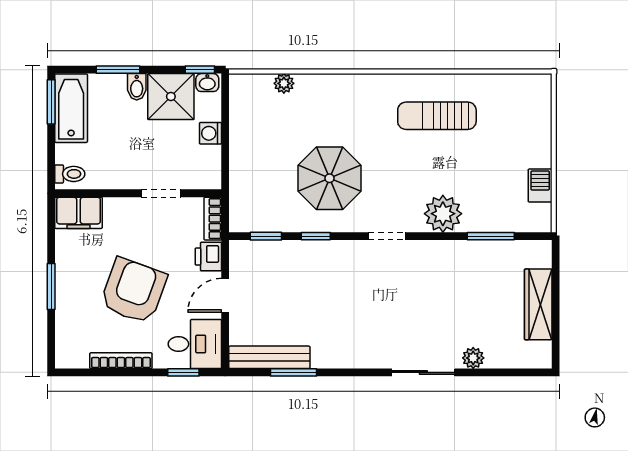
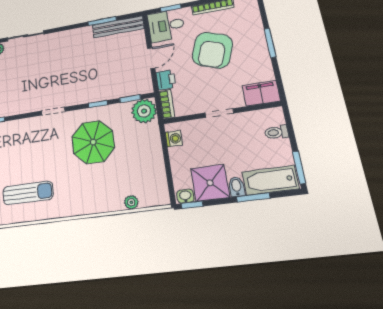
bathtub: (71, 108) -> (270, 180), moved, turned 90
washing machine: (210, 133) -> (174, 139), moved
toilet: (70, 174) -> (276, 132), moved
doorway: (161, 193) -> (219, 113), moved
plant: (443, 214) -> (144, 111), moved

